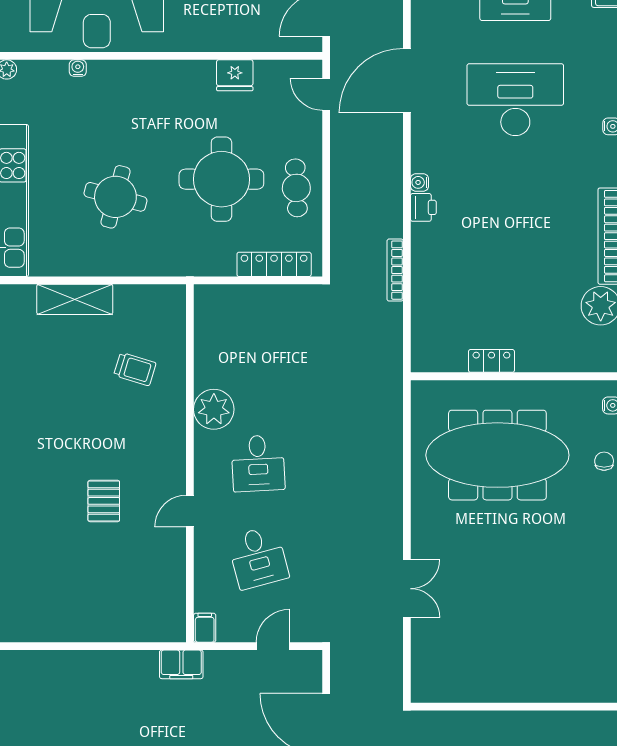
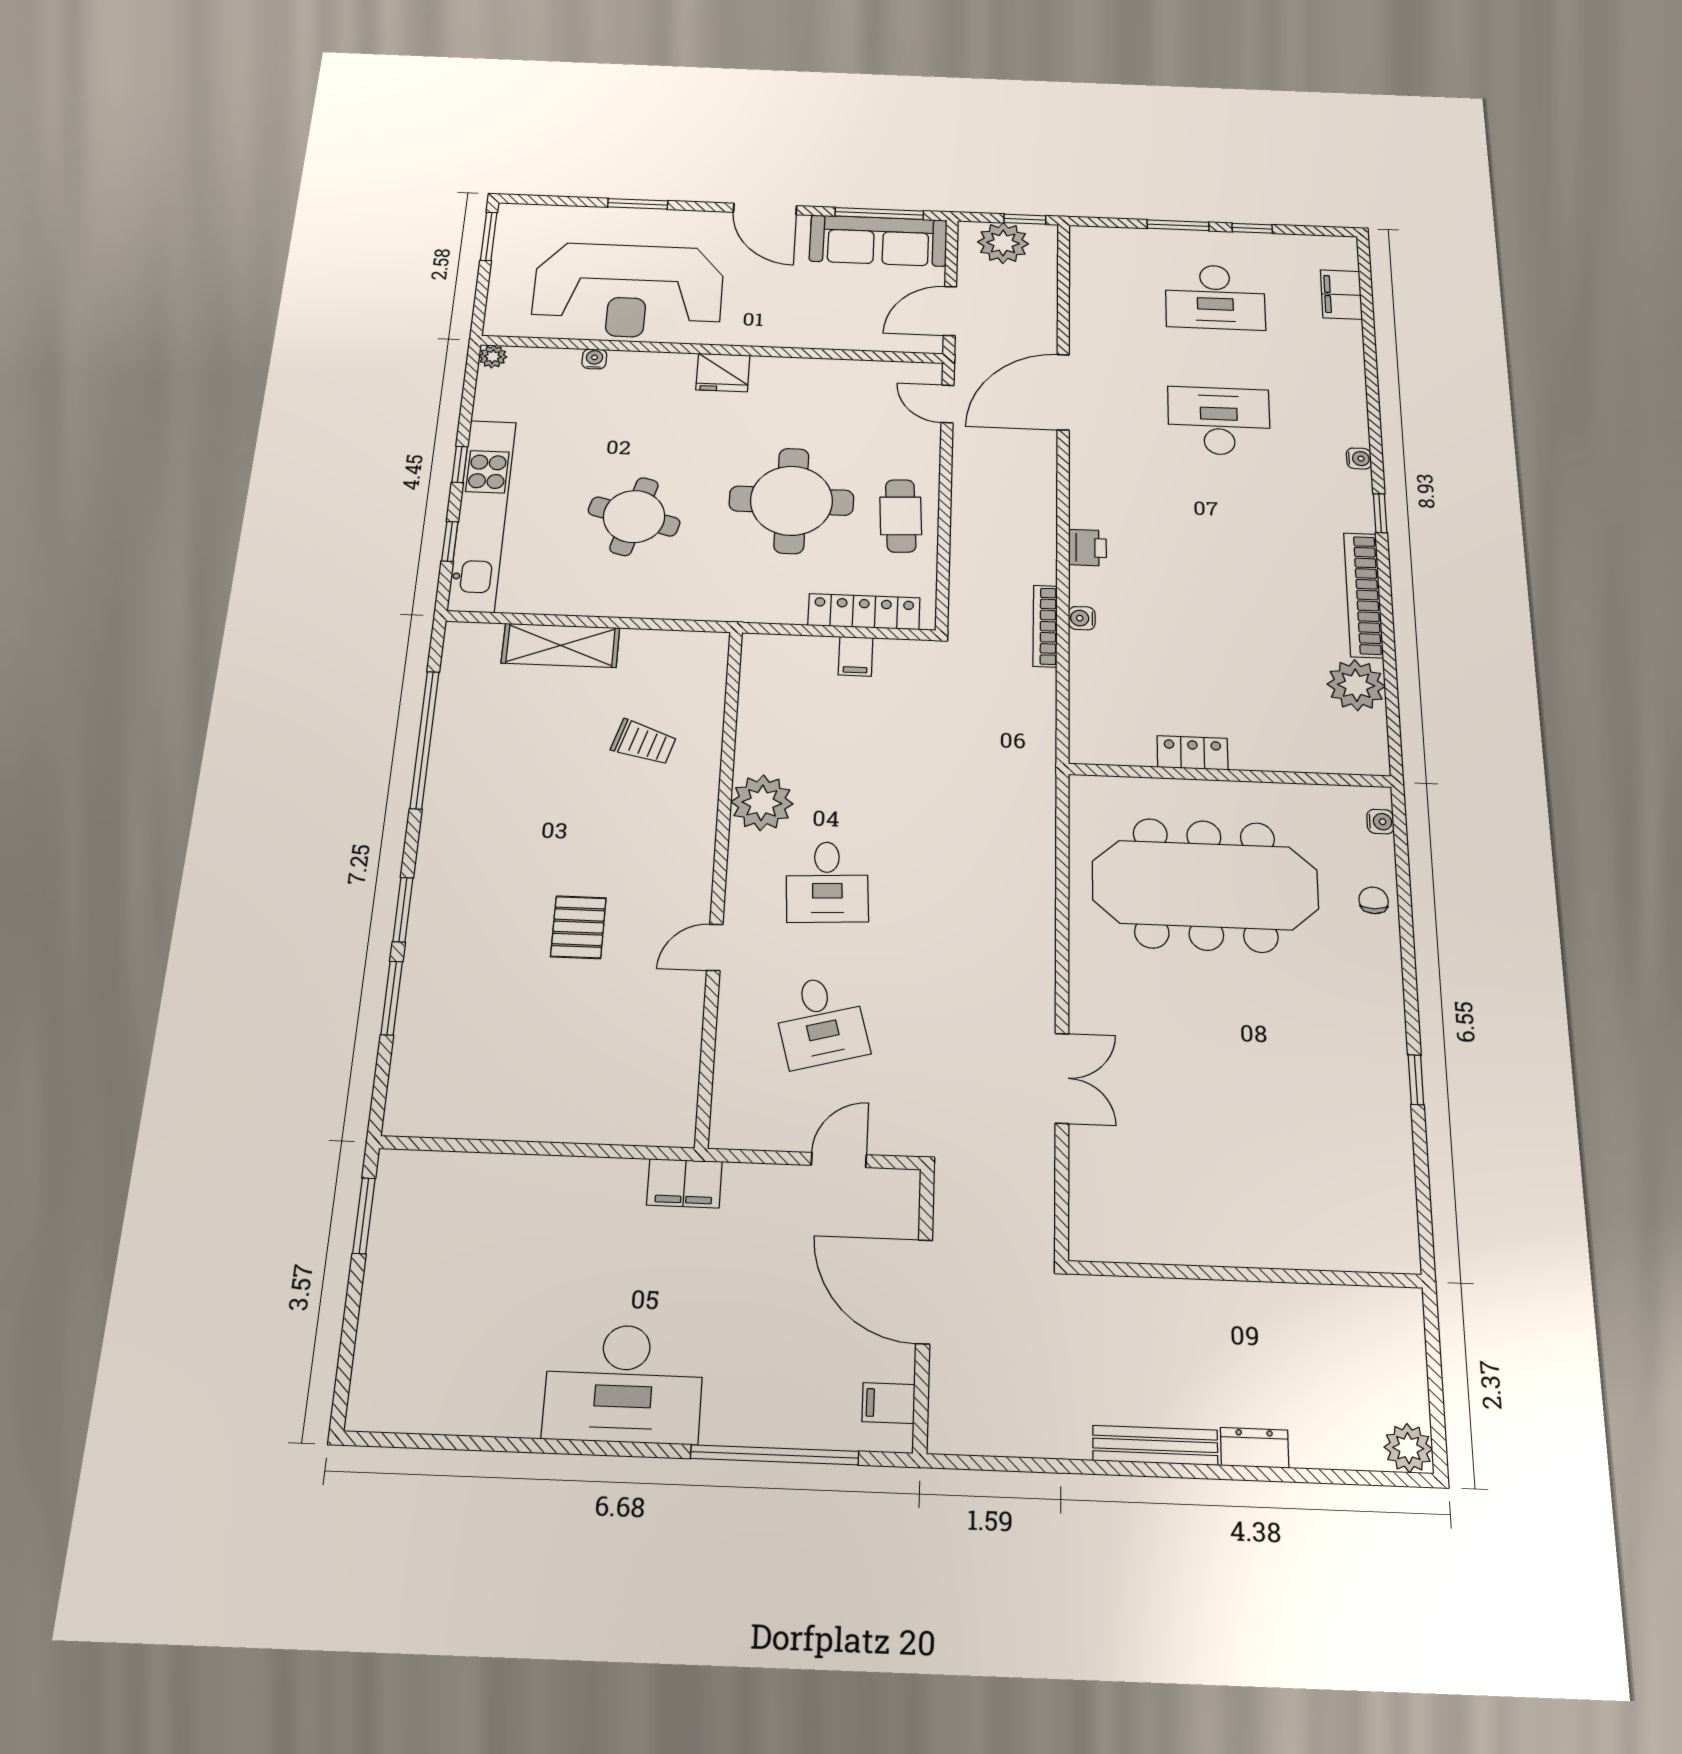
fridge: (235, 75) -> (723, 372), moved
desk: (515, 100) -> (1219, 421), width x0.73, depth x0.77
water cooler: (419, 182) -> (1082, 618), moved
filing cabinet: (205, 628) -> (856, 656), moved, turned 180

